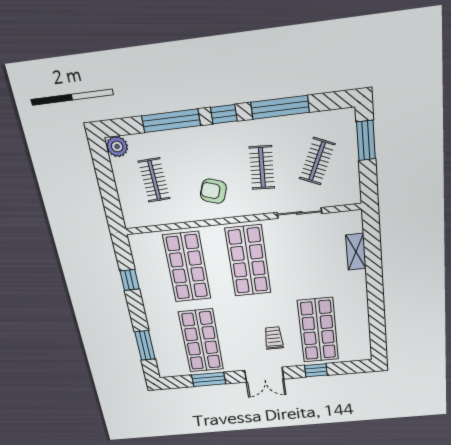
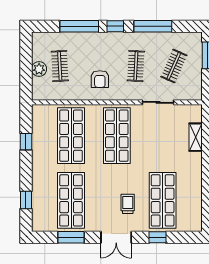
plant: (117, 146) -> (39, 69), moved
armchair: (213, 191) -> (100, 79), turned -109
window: (145, 345) -> (26, 200), width x0.67

